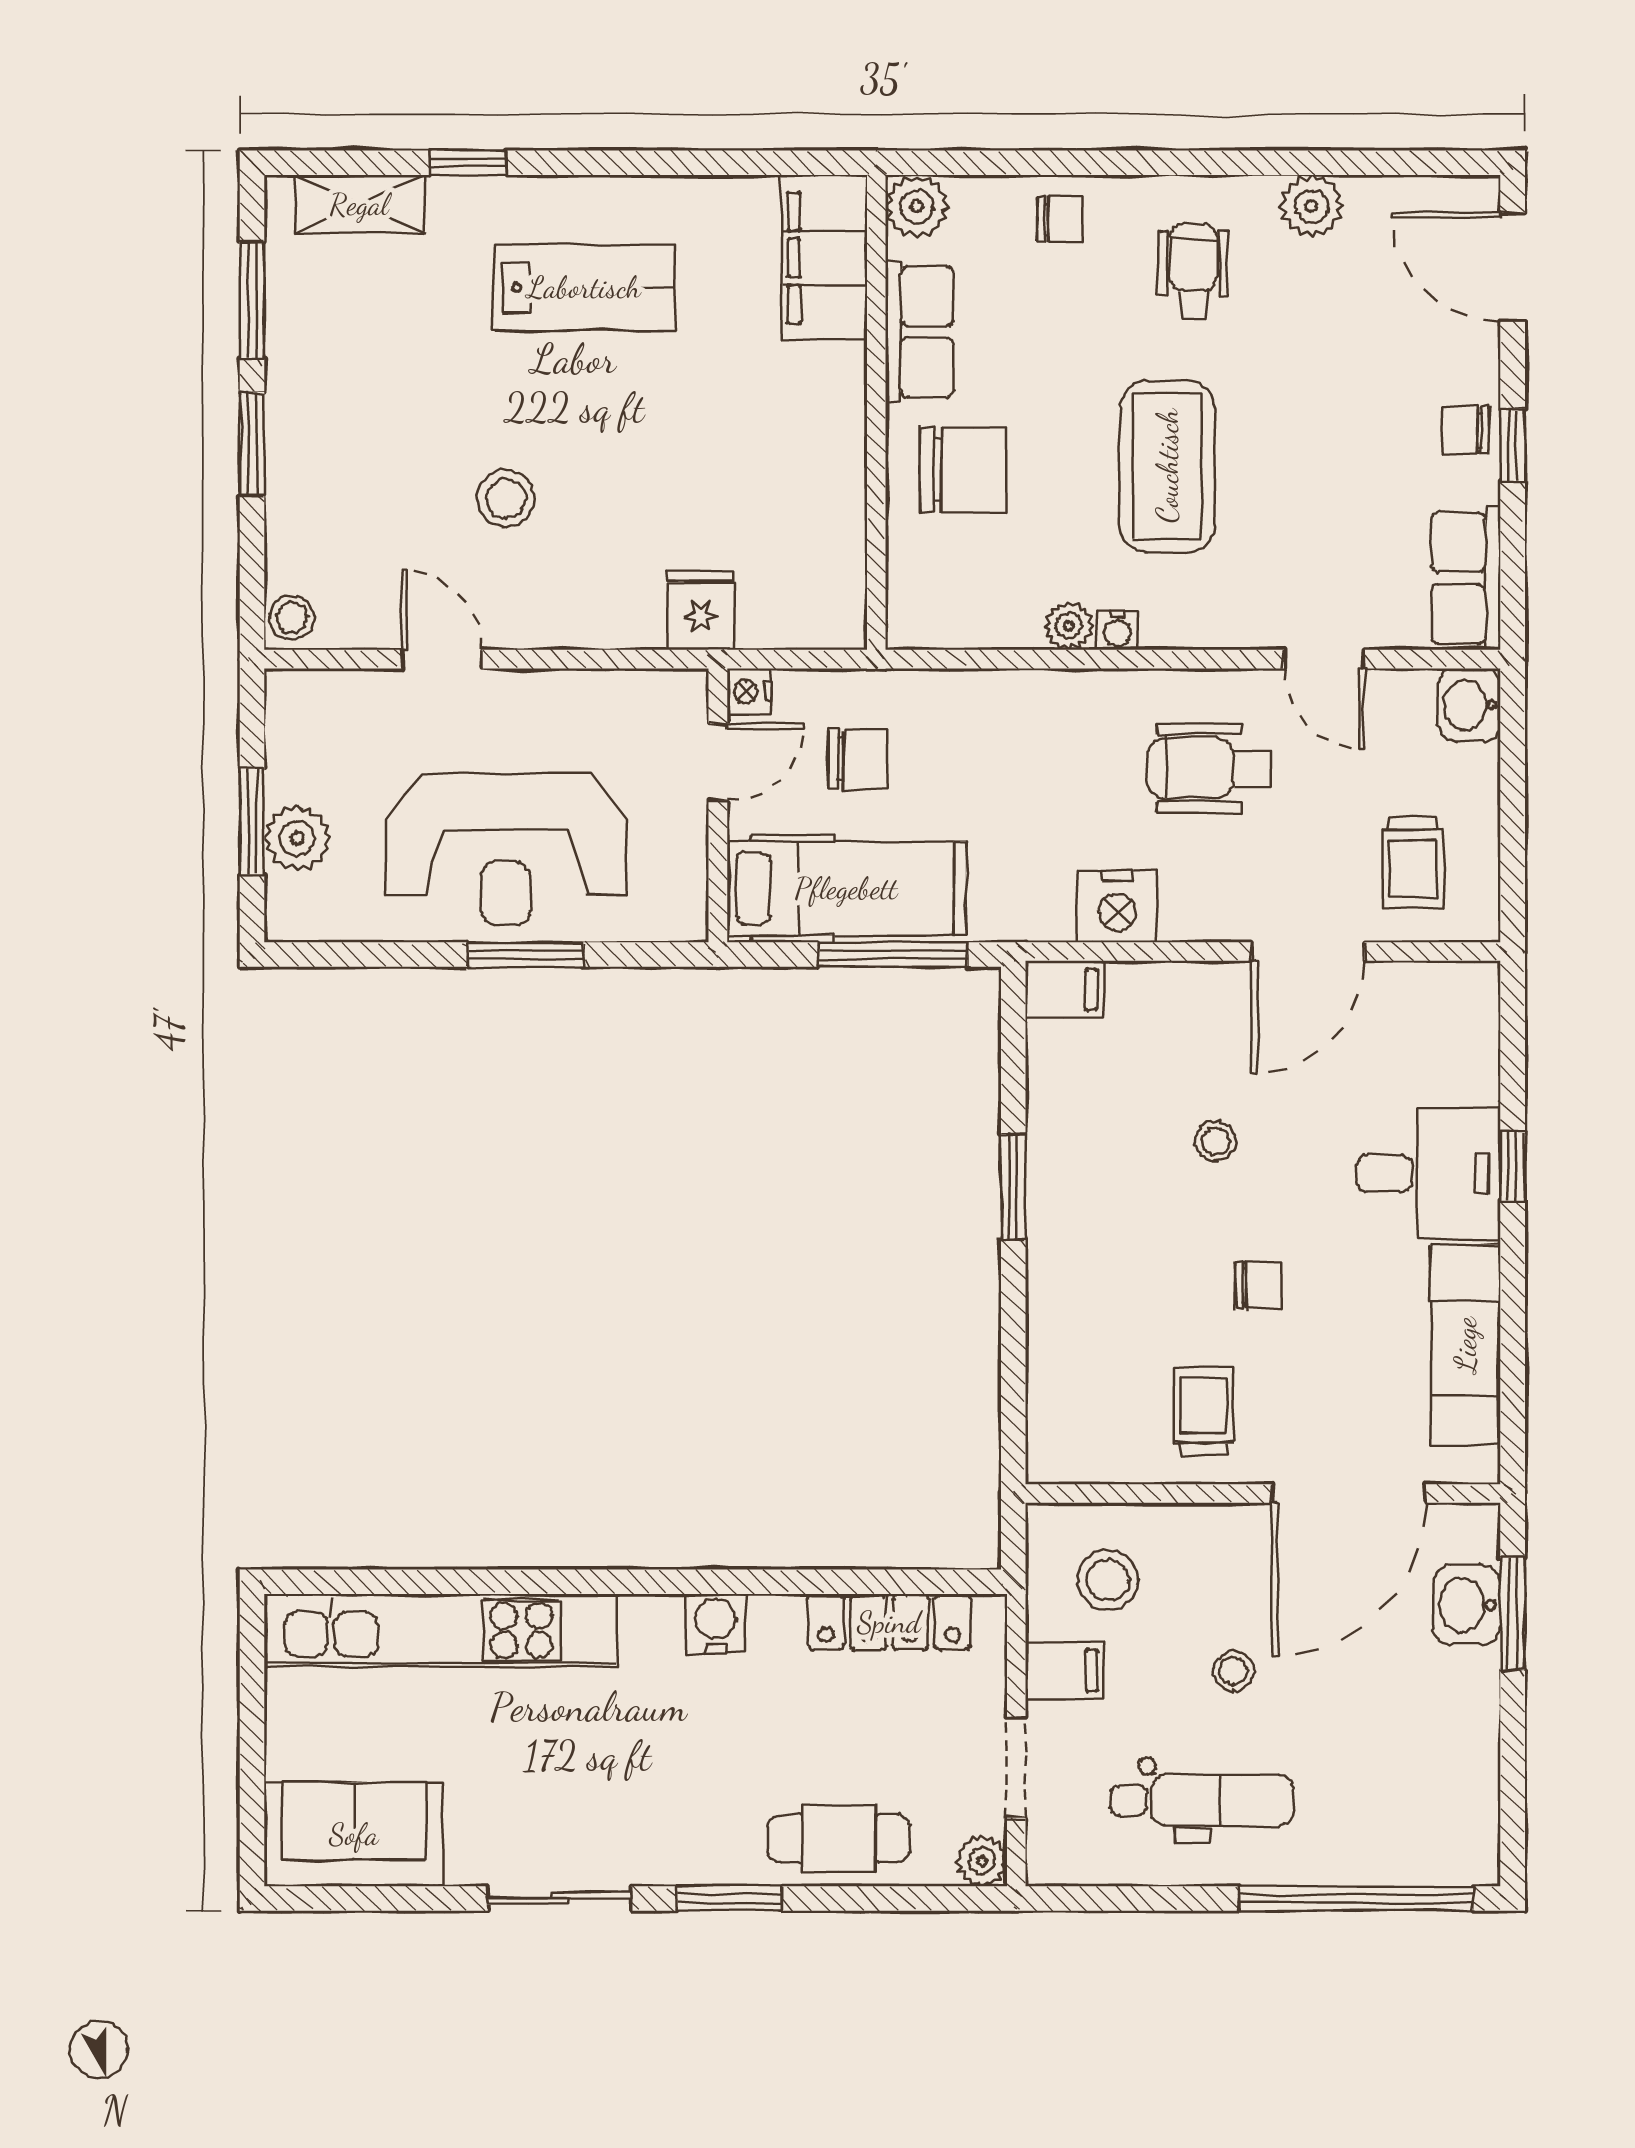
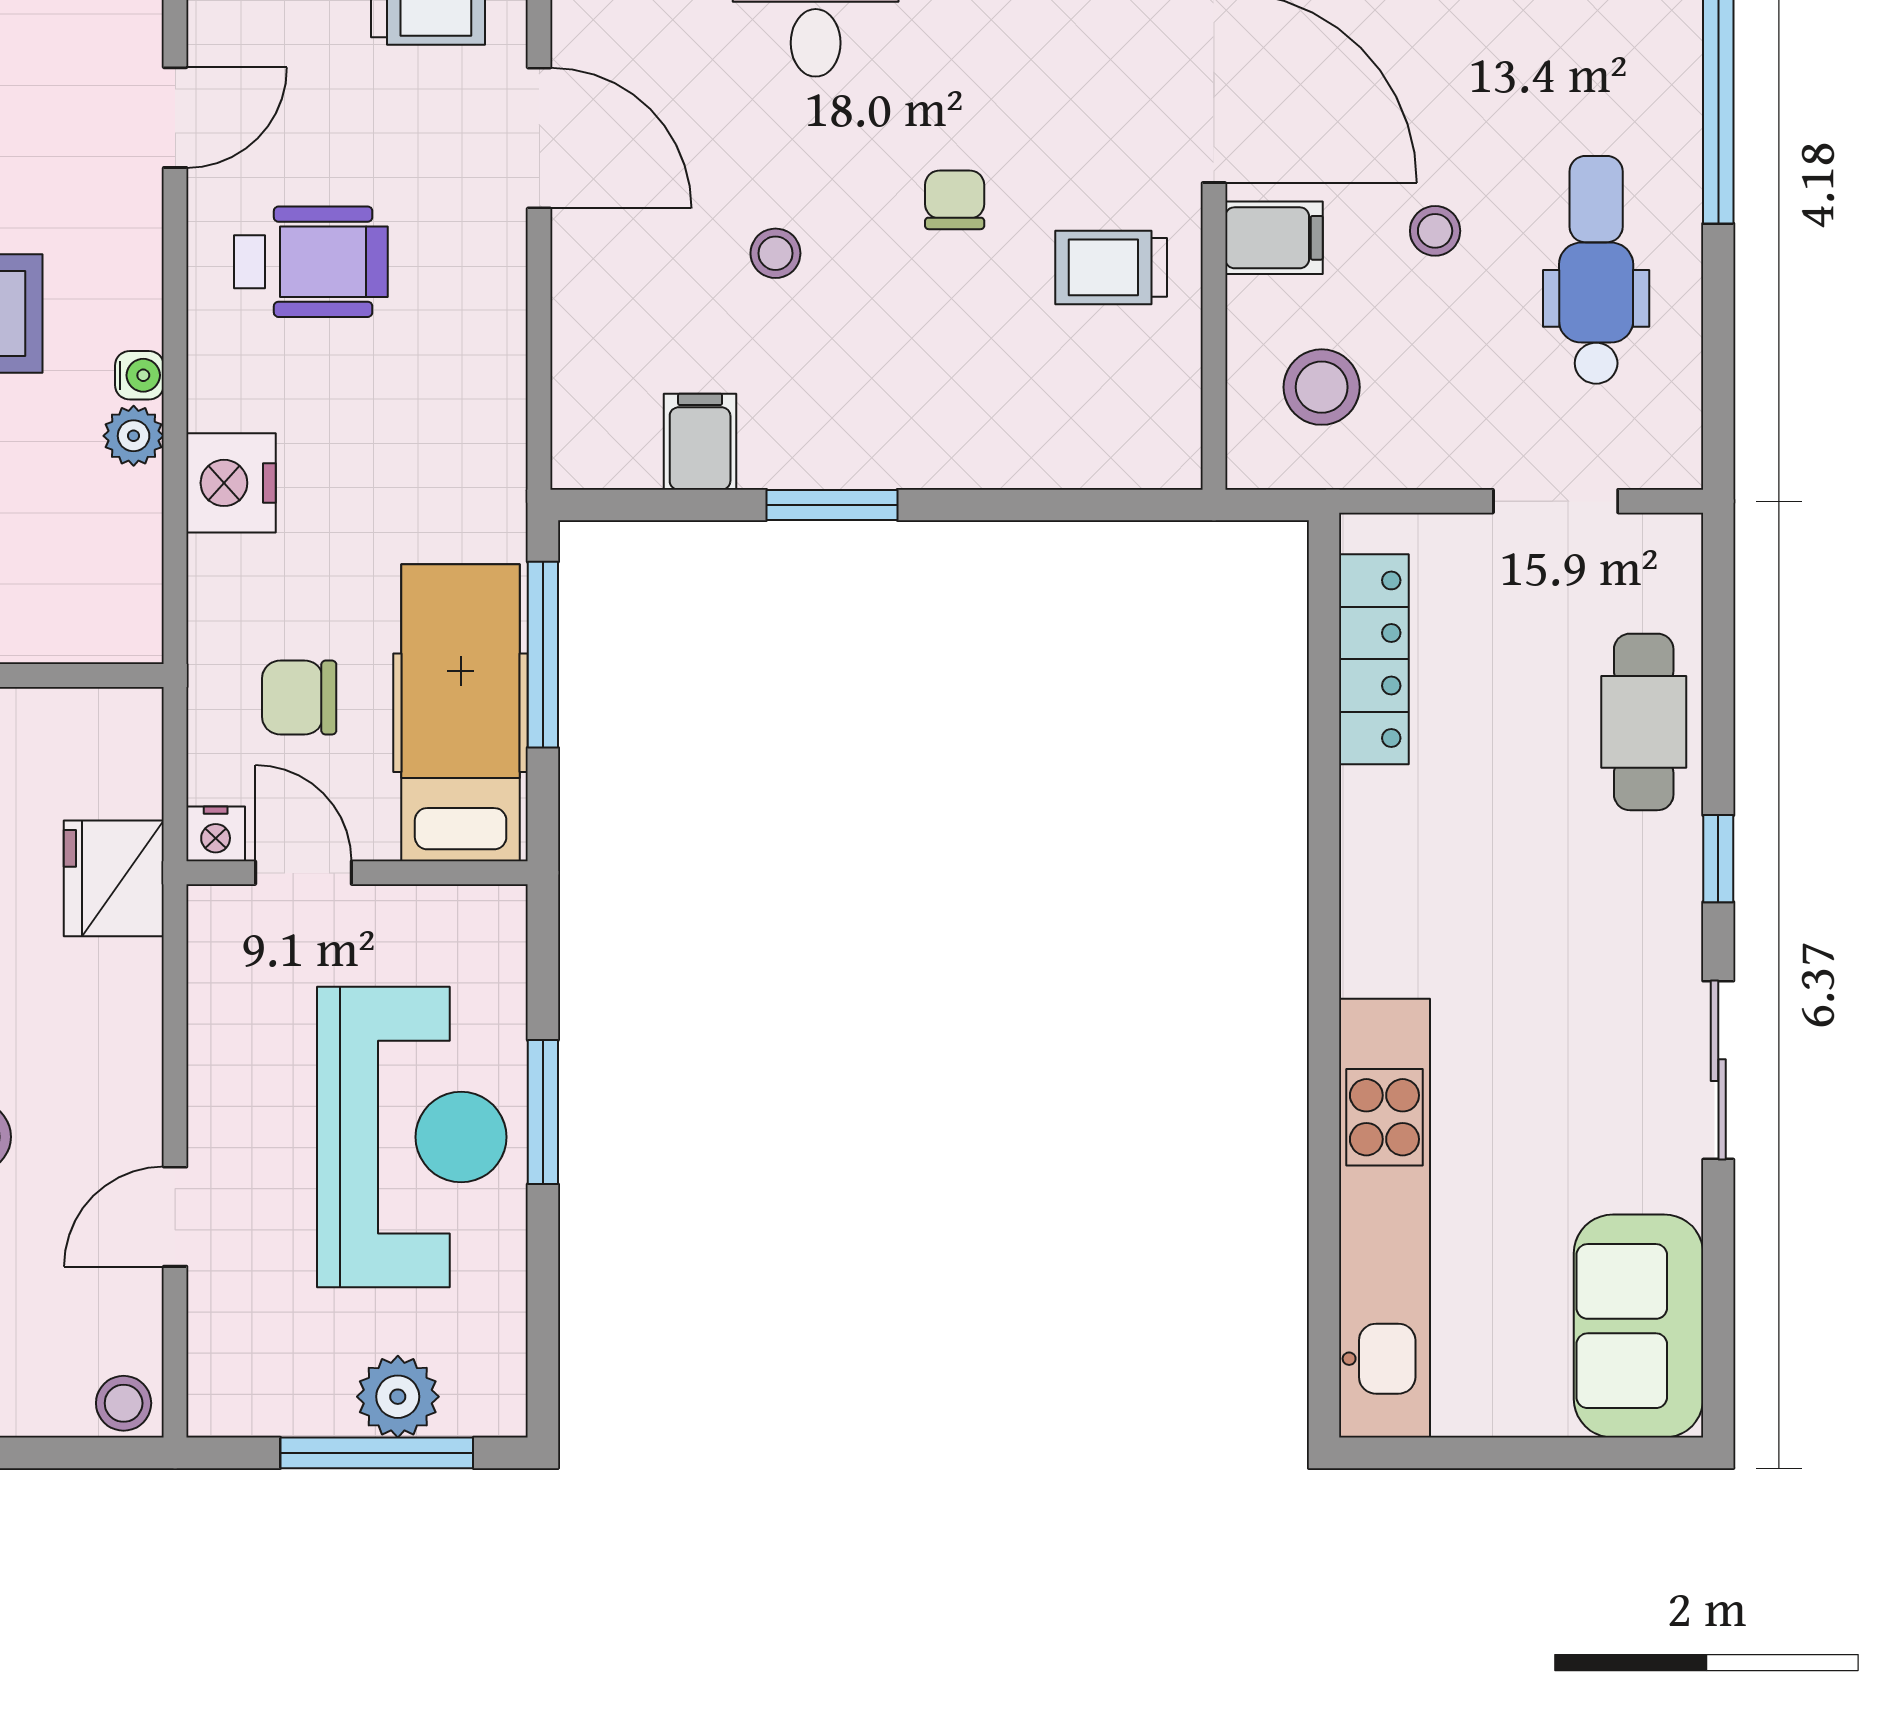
fridge: (700, 610) -> (114, 878), width x1.38
chair: (859, 759) -> (299, 698), turned -90
wheelchair: (1209, 768) -> (311, 262), turned -90
window: (252, 821) -> (377, 1453), width x1.44
nightstand: (1117, 906) -> (231, 483), moved, turned 180
filing cabinet: (1064, 990) -> (700, 442), moved
water cooler: (715, 1623) -> (1376, 876), removed
filing cabinet: (1064, 1670) -> (1274, 238), moved, turned 90
plant: (982, 1861) -> (1672, 544), removed
window: (729, 1898) -> (1718, 859), width x0.67

